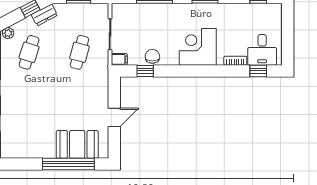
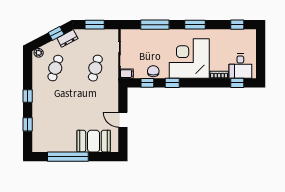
corner desk: (198, 47) -> (189, 58), width x1.36, depth x1.36
window: (176, 71) -> (172, 83), added
door: (114, 117) -> (123, 120), swing flipped
window: (68, 164) -> (68, 157), moved

